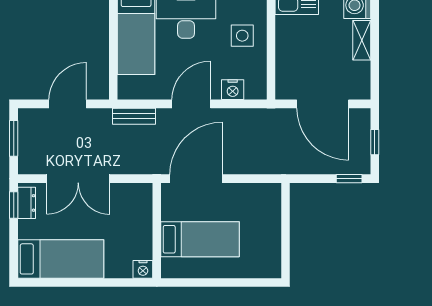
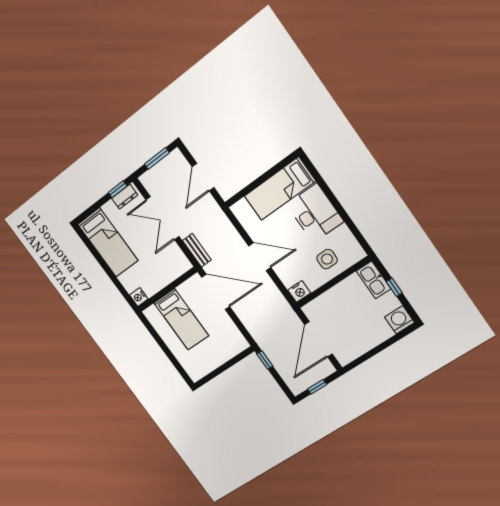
shelving: (362, 40) -> (378, 337), removed
nightstand: (233, 90) -> (299, 291), moved, turned -90
door: (68, 104) -> (203, 177), swing flipped
bench: (134, 116) -> (197, 250), moved
window: (349, 179) -> (265, 360), moved

